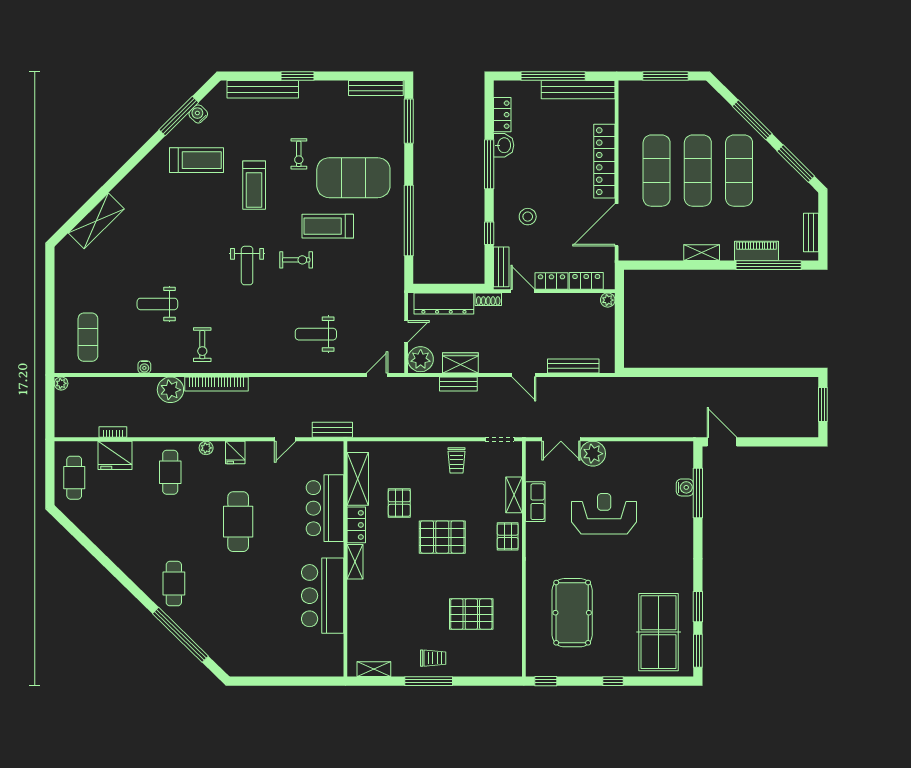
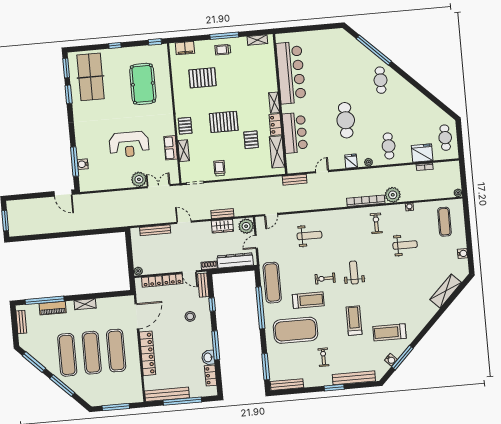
exercise bike: (299, 154) -> (323, 357), moved
exercise mat: (385, 261) -> (272, 283), added
water cooler: (62, 281) -> (463, 254), added
bar counter: (323, 596) -> (291, 73), width x1.36
filing cabinet: (496, 666) -> (185, 48), added

